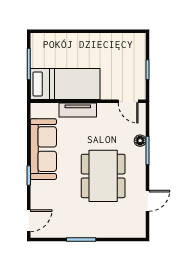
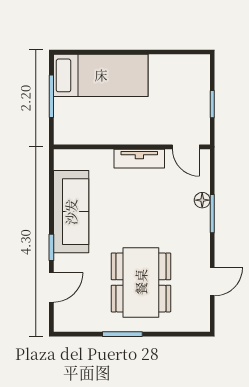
bed: (65, 84) -> (101, 75), moved
tv unit: (78, 110) -> (139, 159), moved
dining table: (103, 176) -> (141, 282), moved
door: (29, 221) -> (51, 287), moved

